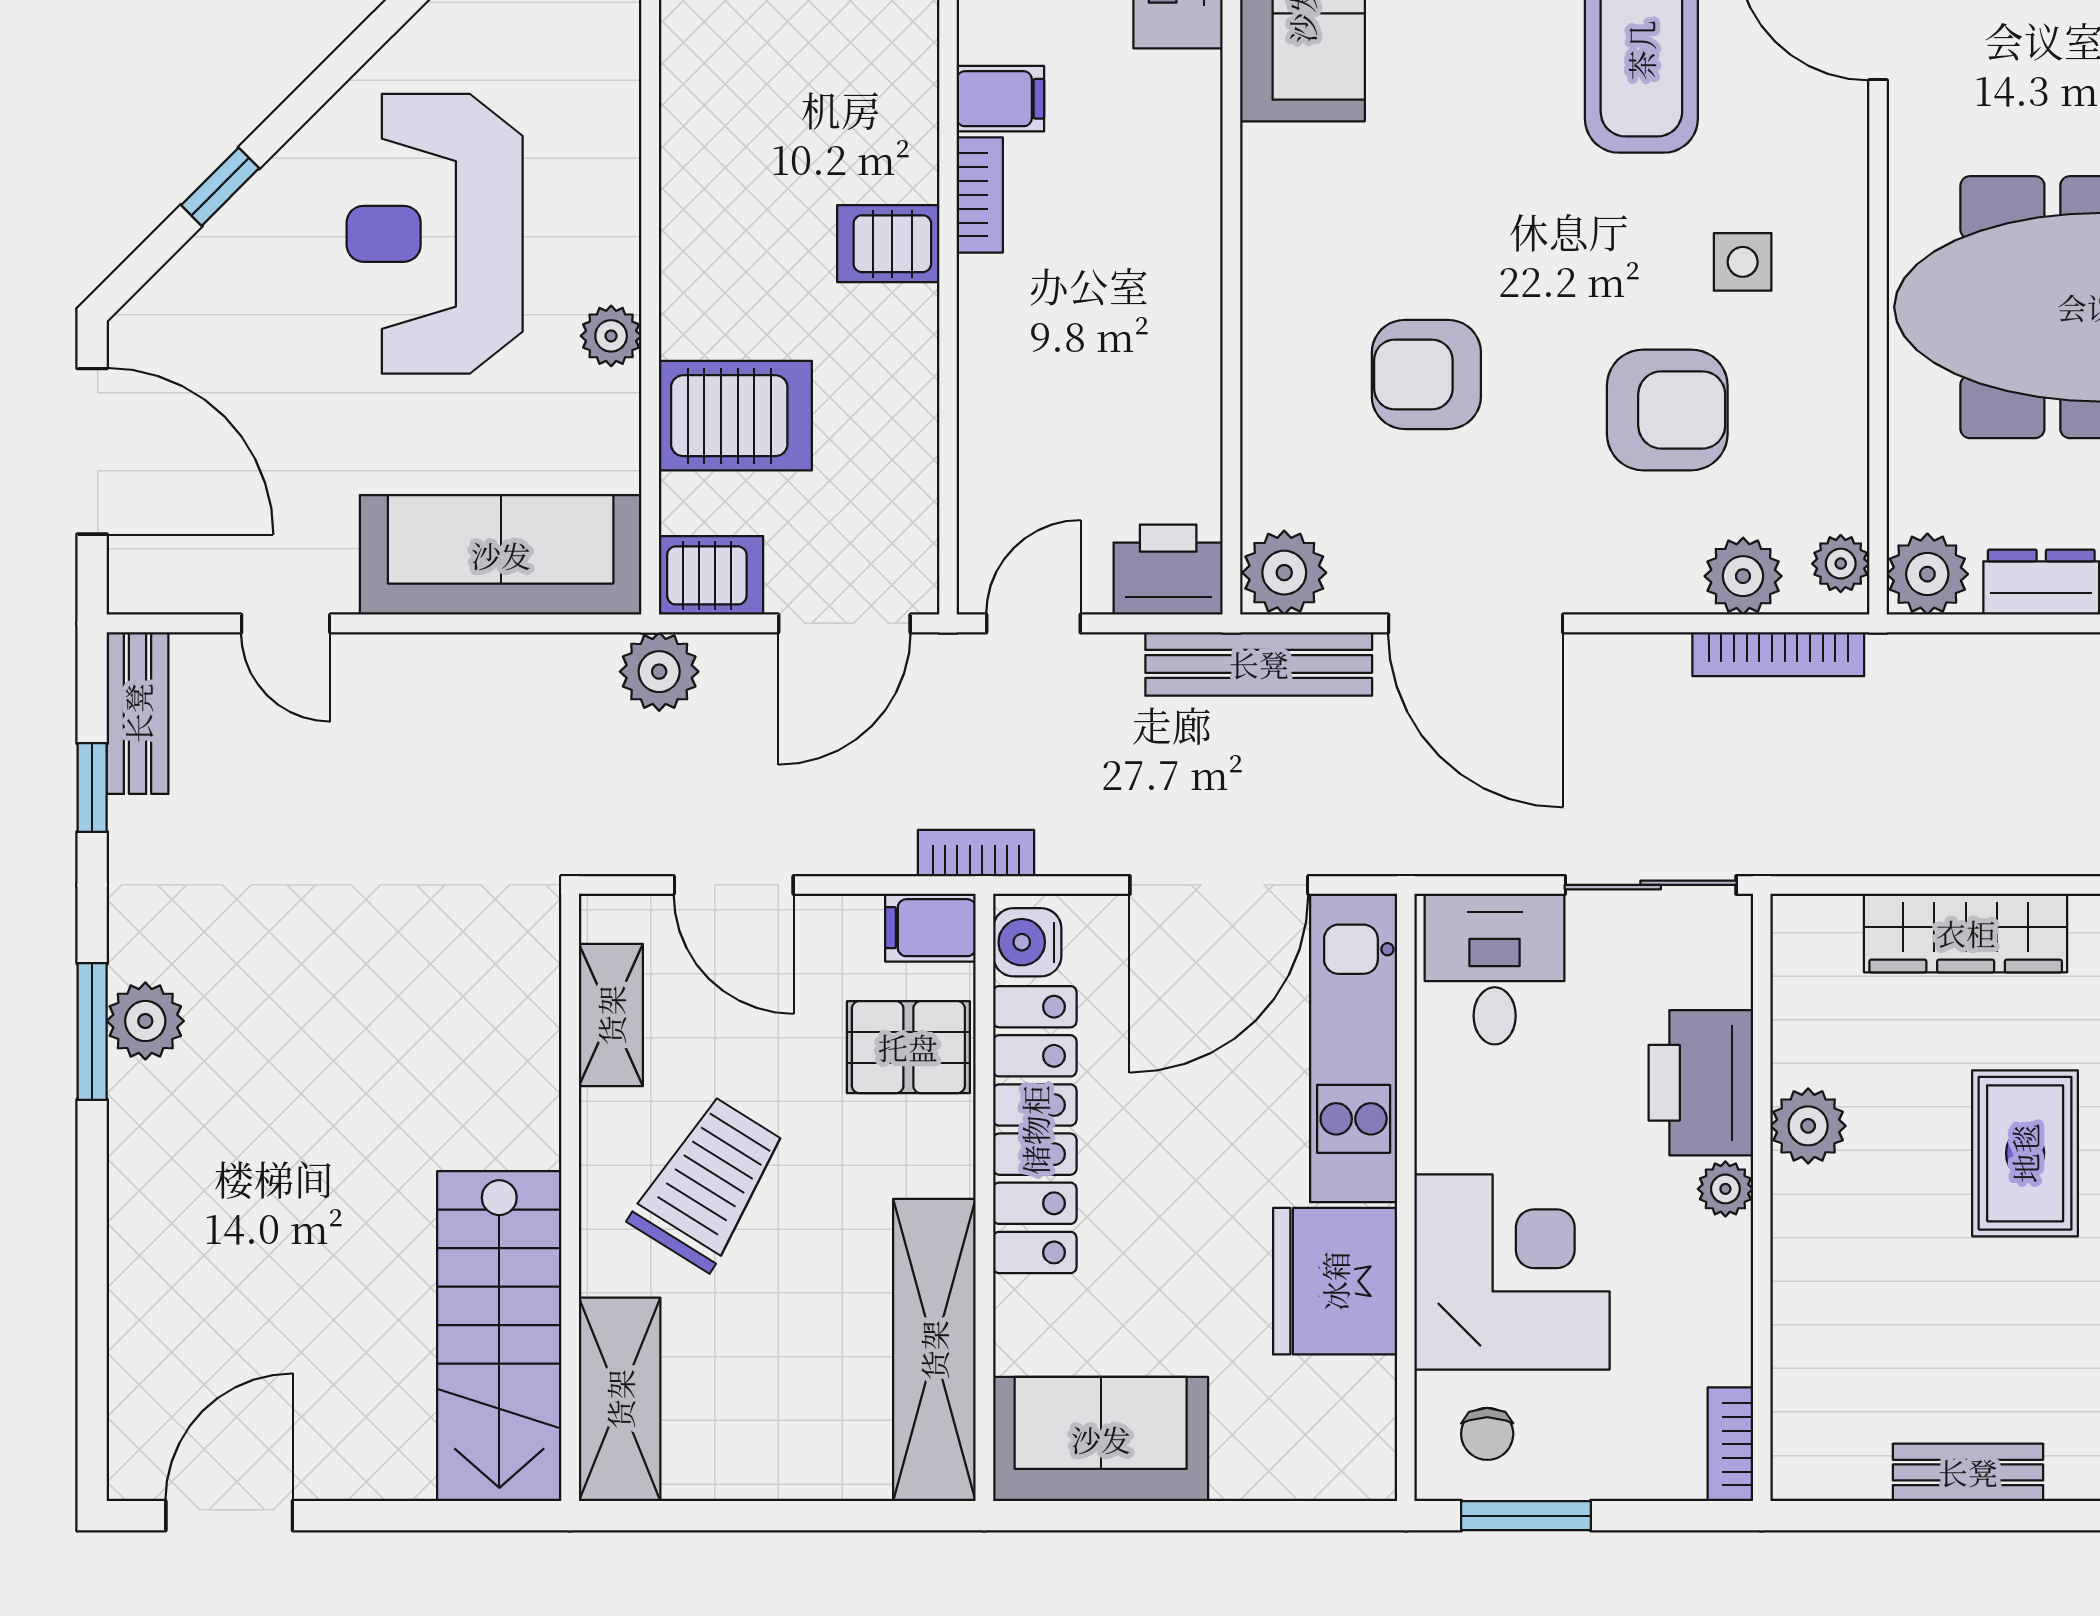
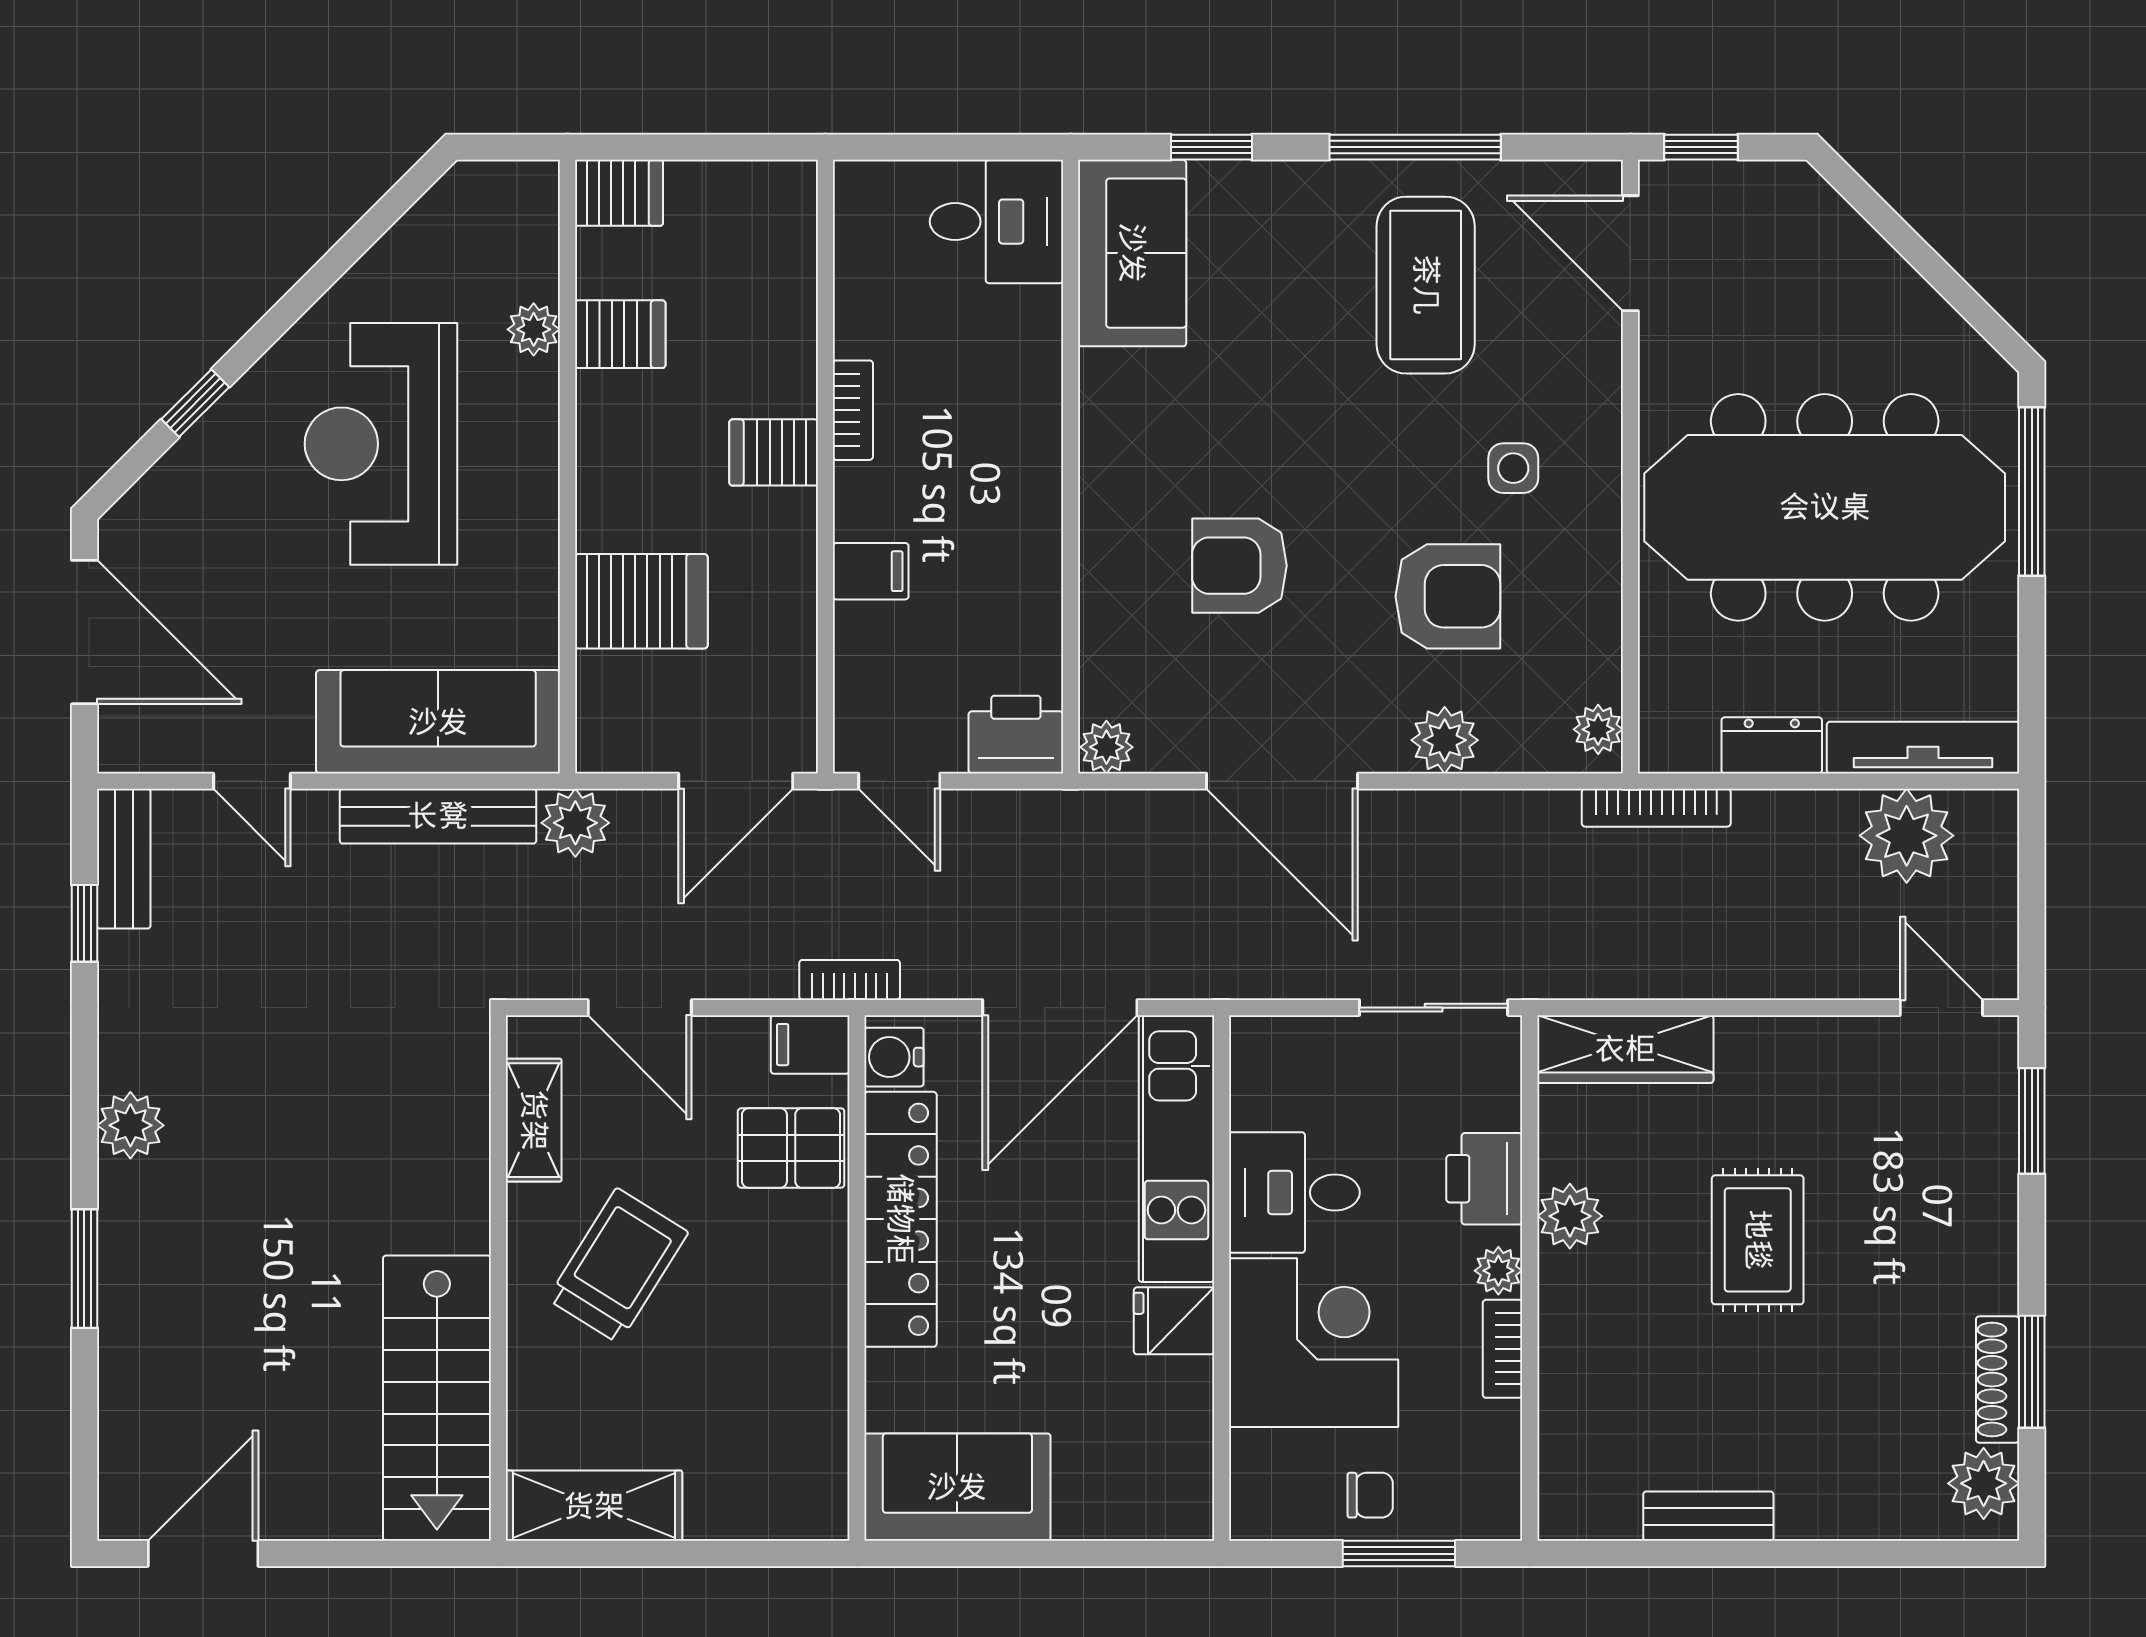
filing cabinet: (1000, 99) -> (871, 571), moved
plant: (611, 336) -> (534, 329), moved
plant: (1284, 573) -> (1106, 747), width x0.73, depth x0.73
plant: (1927, 574) -> (1673, 738), removed
server rack: (711, 575) -> (620, 334), moved
plant: (1743, 576) -> (1445, 740), moved
door: (1033, 623) -> (899, 781), swing flipped
bookcase: (1778, 654) -> (1656, 808), moved
bench: (1259, 664) -> (438, 816), moved
wardrobe: (1966, 933) -> (1625, 1049), moved
desk: (1495, 969) -> (1294, 1192), moved, turned -90
window: (92, 1031) -> (84, 1269), moved
printer: (1701, 1083) -> (1484, 1179), width x0.73, depth x0.84
fridge: (1335, 1281) -> (1174, 1321), width x0.53, depth x0.75
shelving: (934, 1350) -> (814, 1410), removed
shelving: (620, 1399) -> (594, 1506), moved, turned 90
chair: (1487, 1434) -> (1370, 1495), moved, turned -90
bookcase: (1730, 1444) -> (1503, 1349), moved
window: (1526, 1516) -> (1399, 1554), moved

